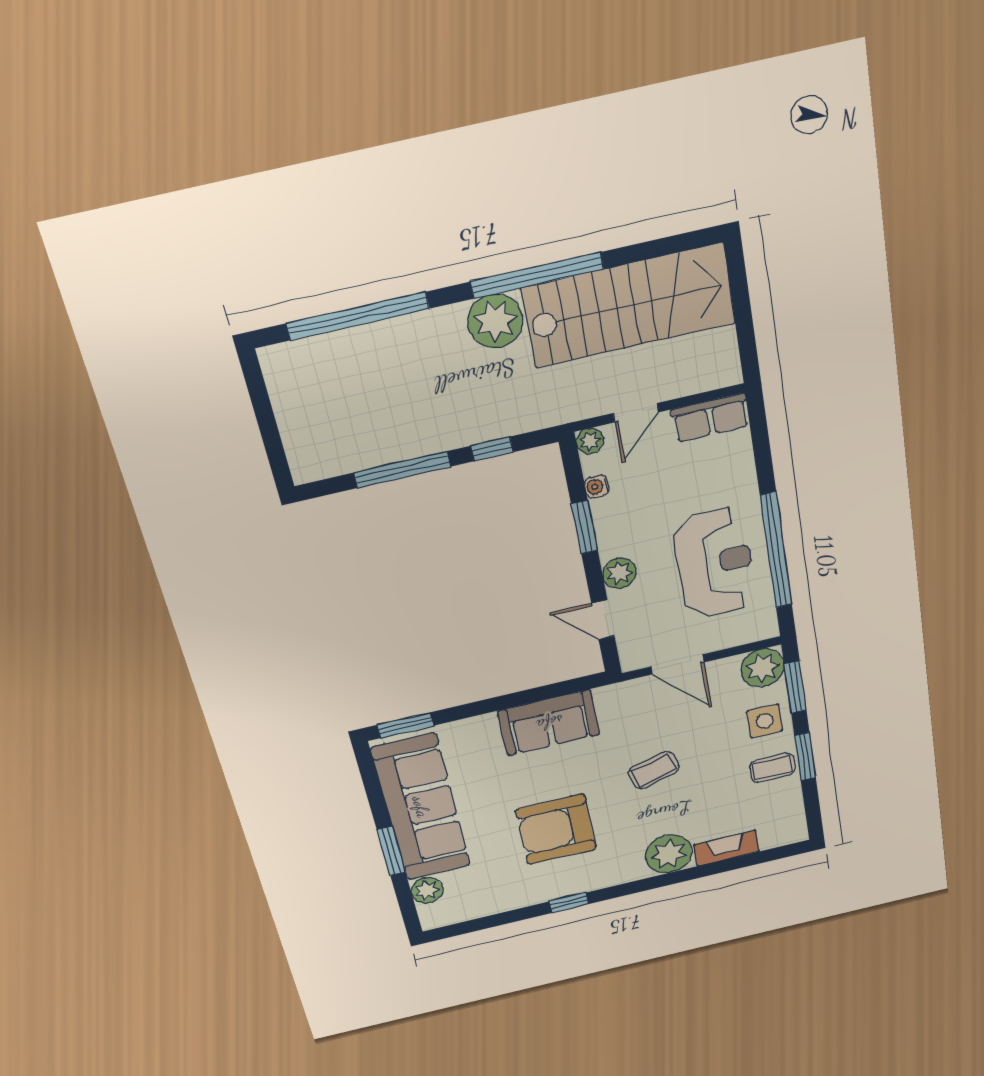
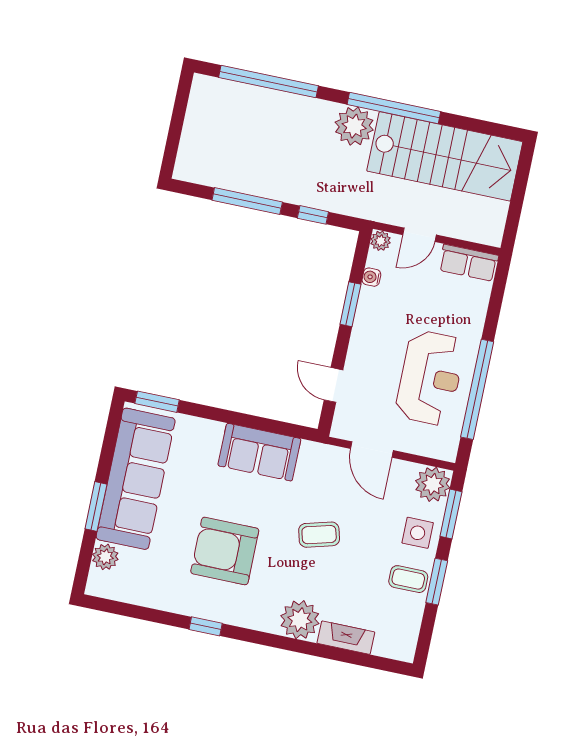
plant: (619, 573) -> (360, 353), removed

